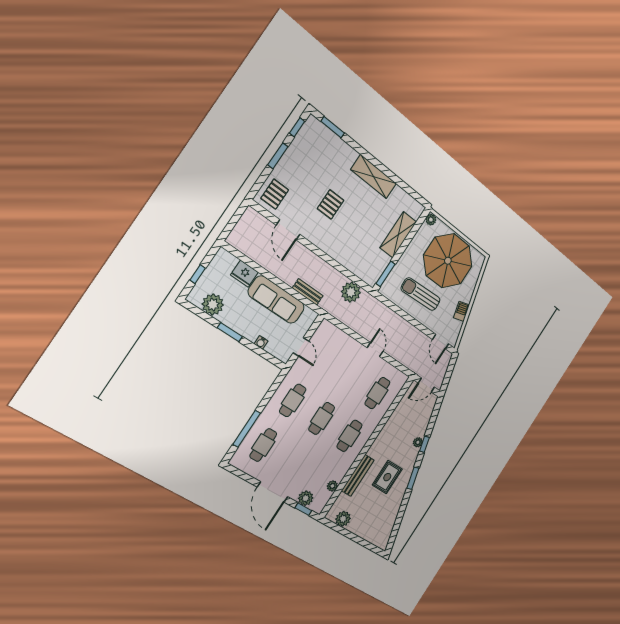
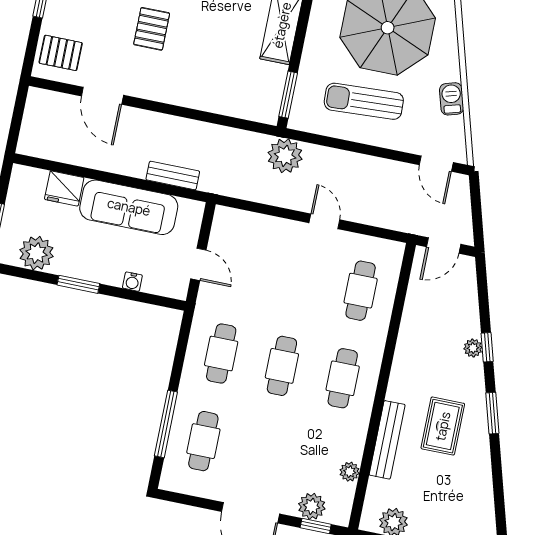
pallet: (275, 194) -> (61, 53), turned 90
plant: (351, 292) -> (285, 156), moved

